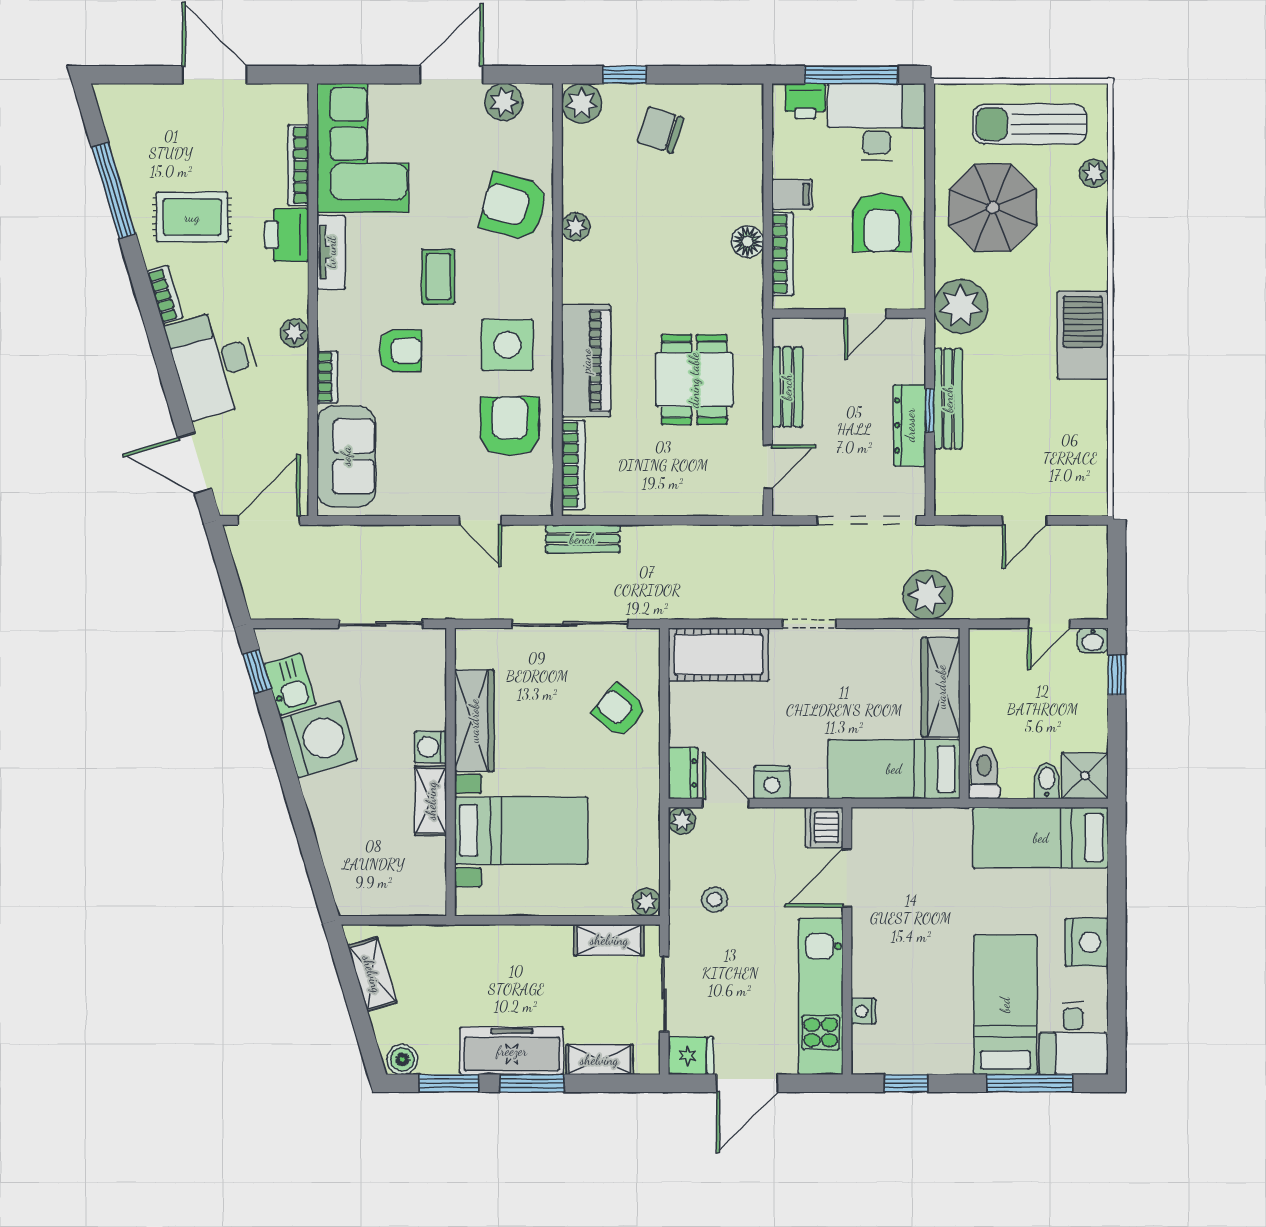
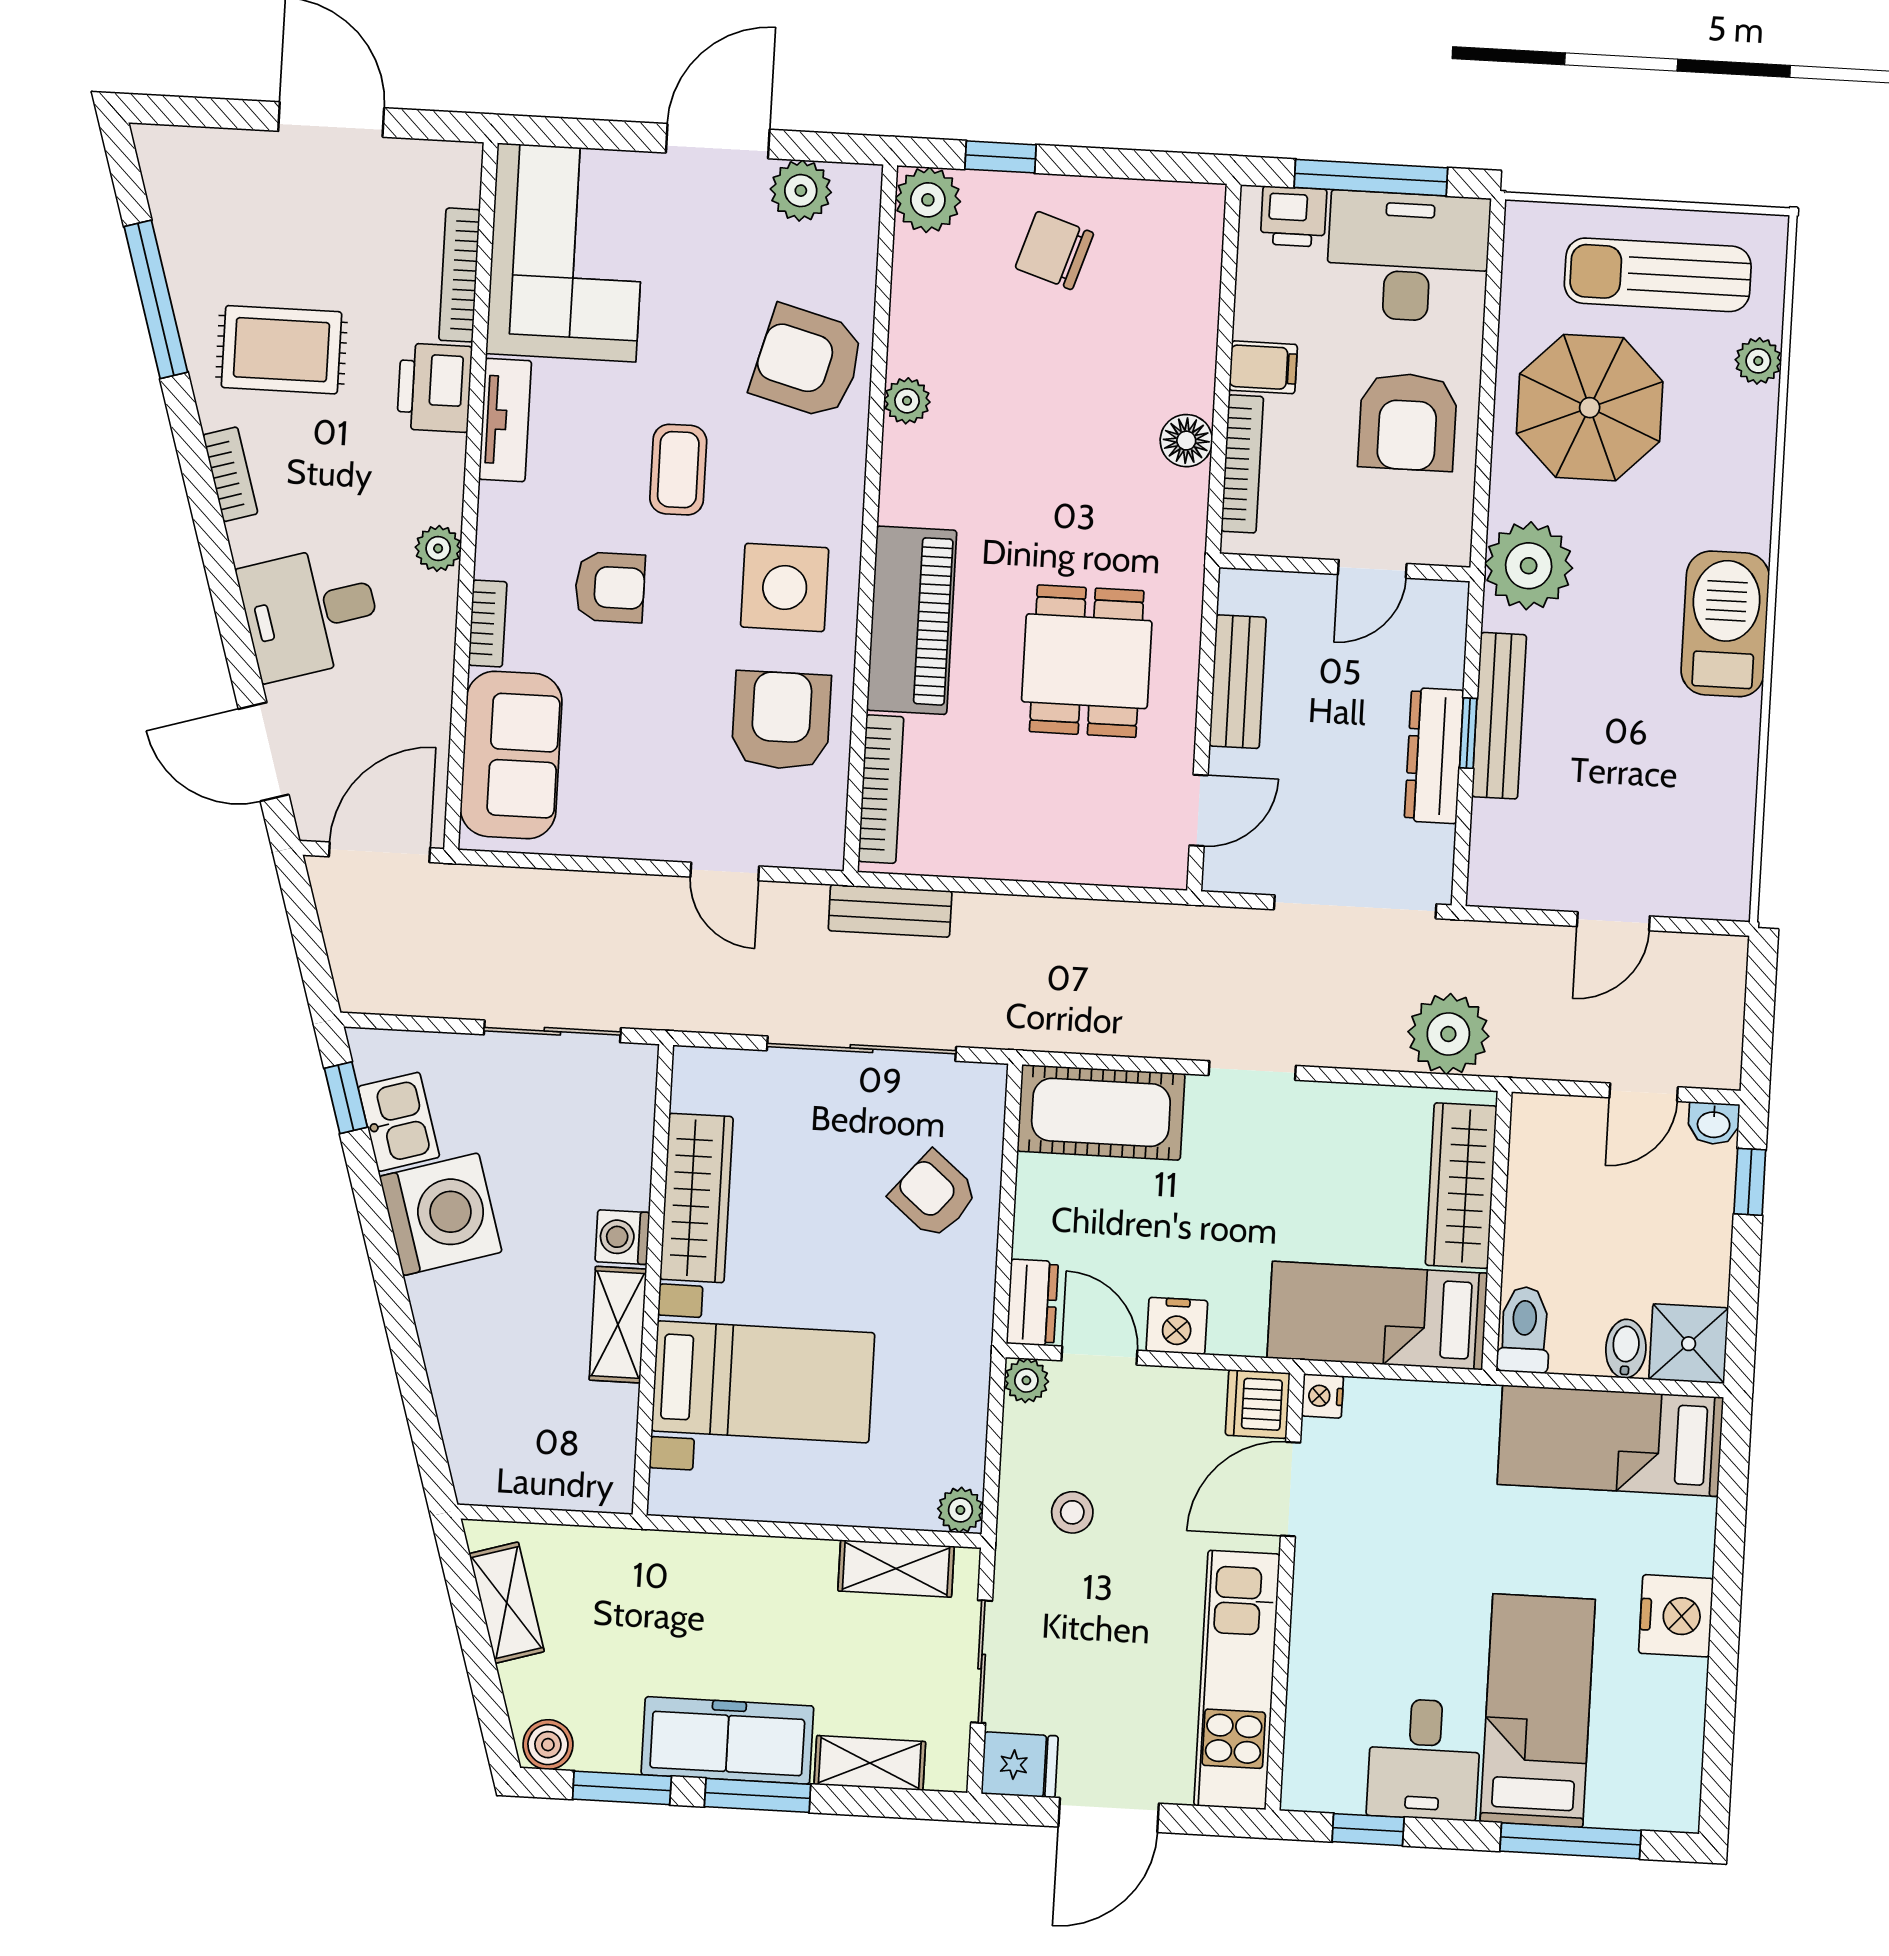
desk: (215, 363) -> (311, 612), width x0.73
nightstand: (863, 1011) -> (1323, 1396), moved
desk: (1073, 1038) -> (1424, 1759), moved

